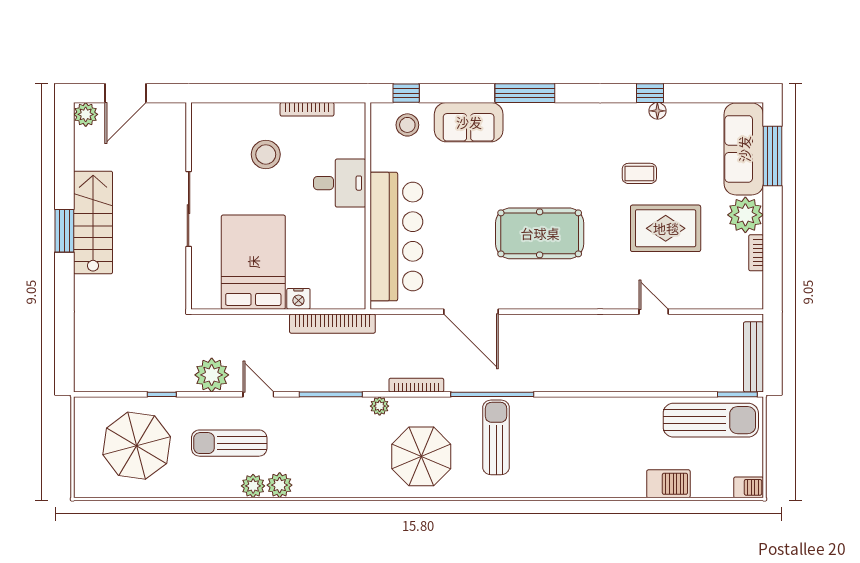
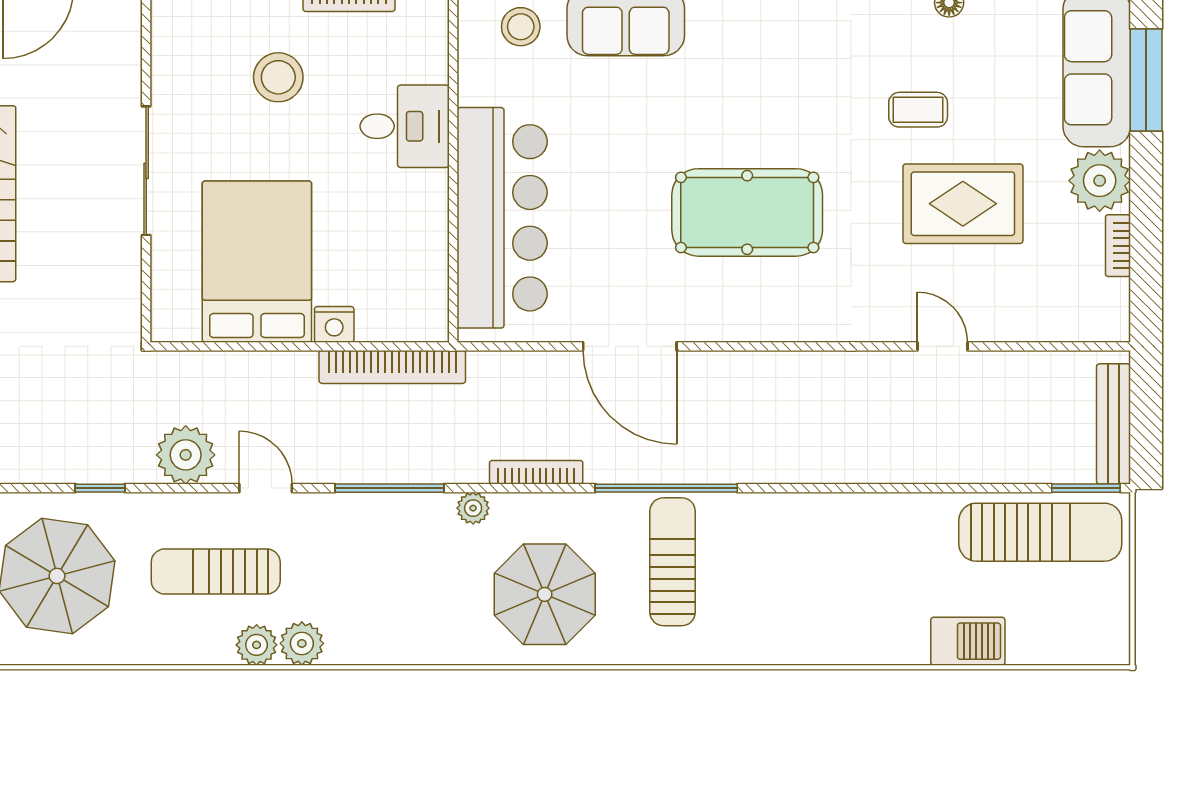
barbecue: (749, 487) -> (1105, 647), removed

